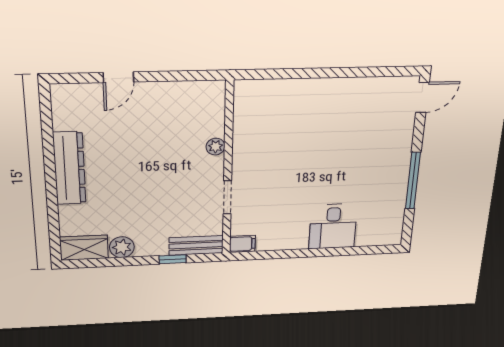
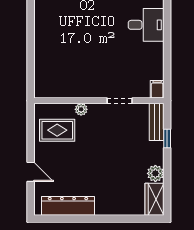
rug: (184, 114) -> (57, 130), added
dresser: (69, 168) -> (68, 206), moved

